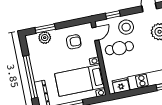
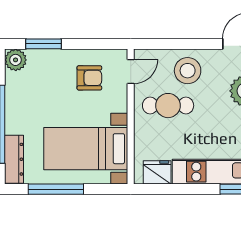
window: (113, 15) -> (169, 44), removed
plant: (45, 38) -> (16, 60), moved

